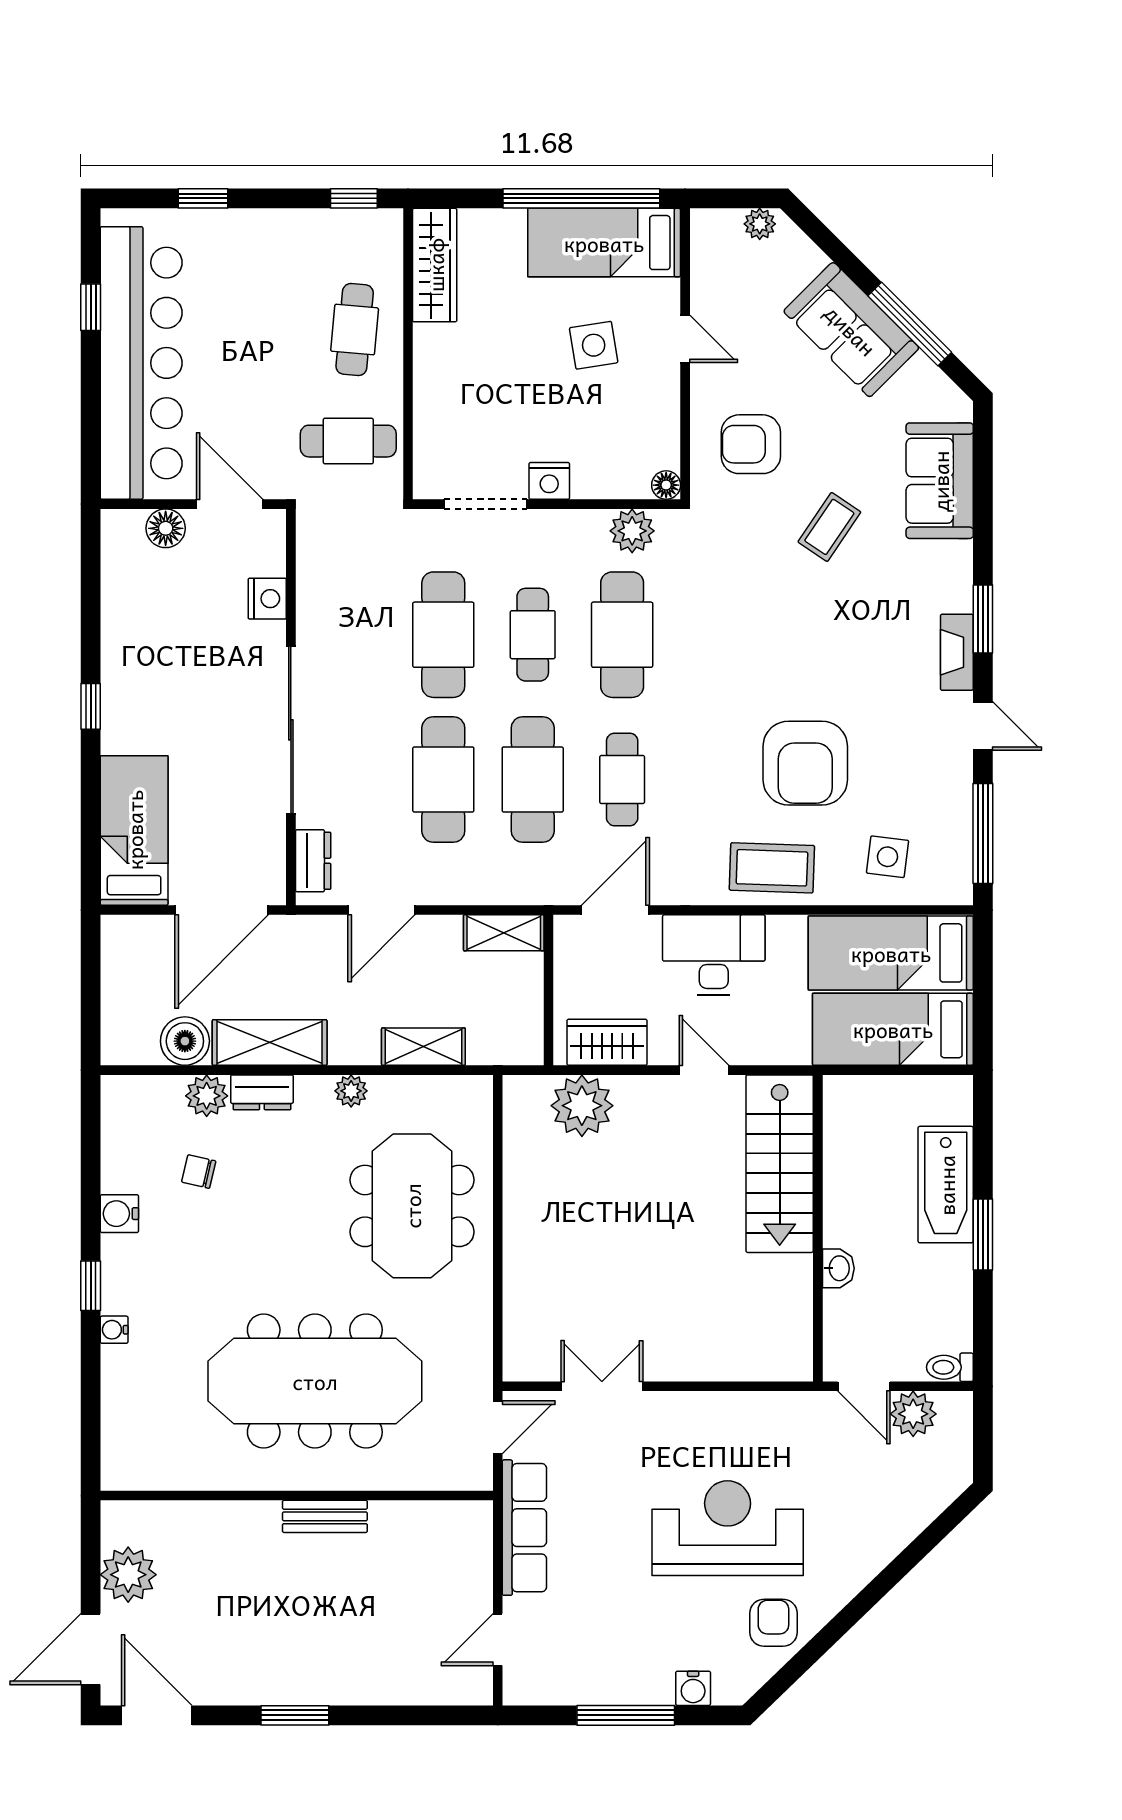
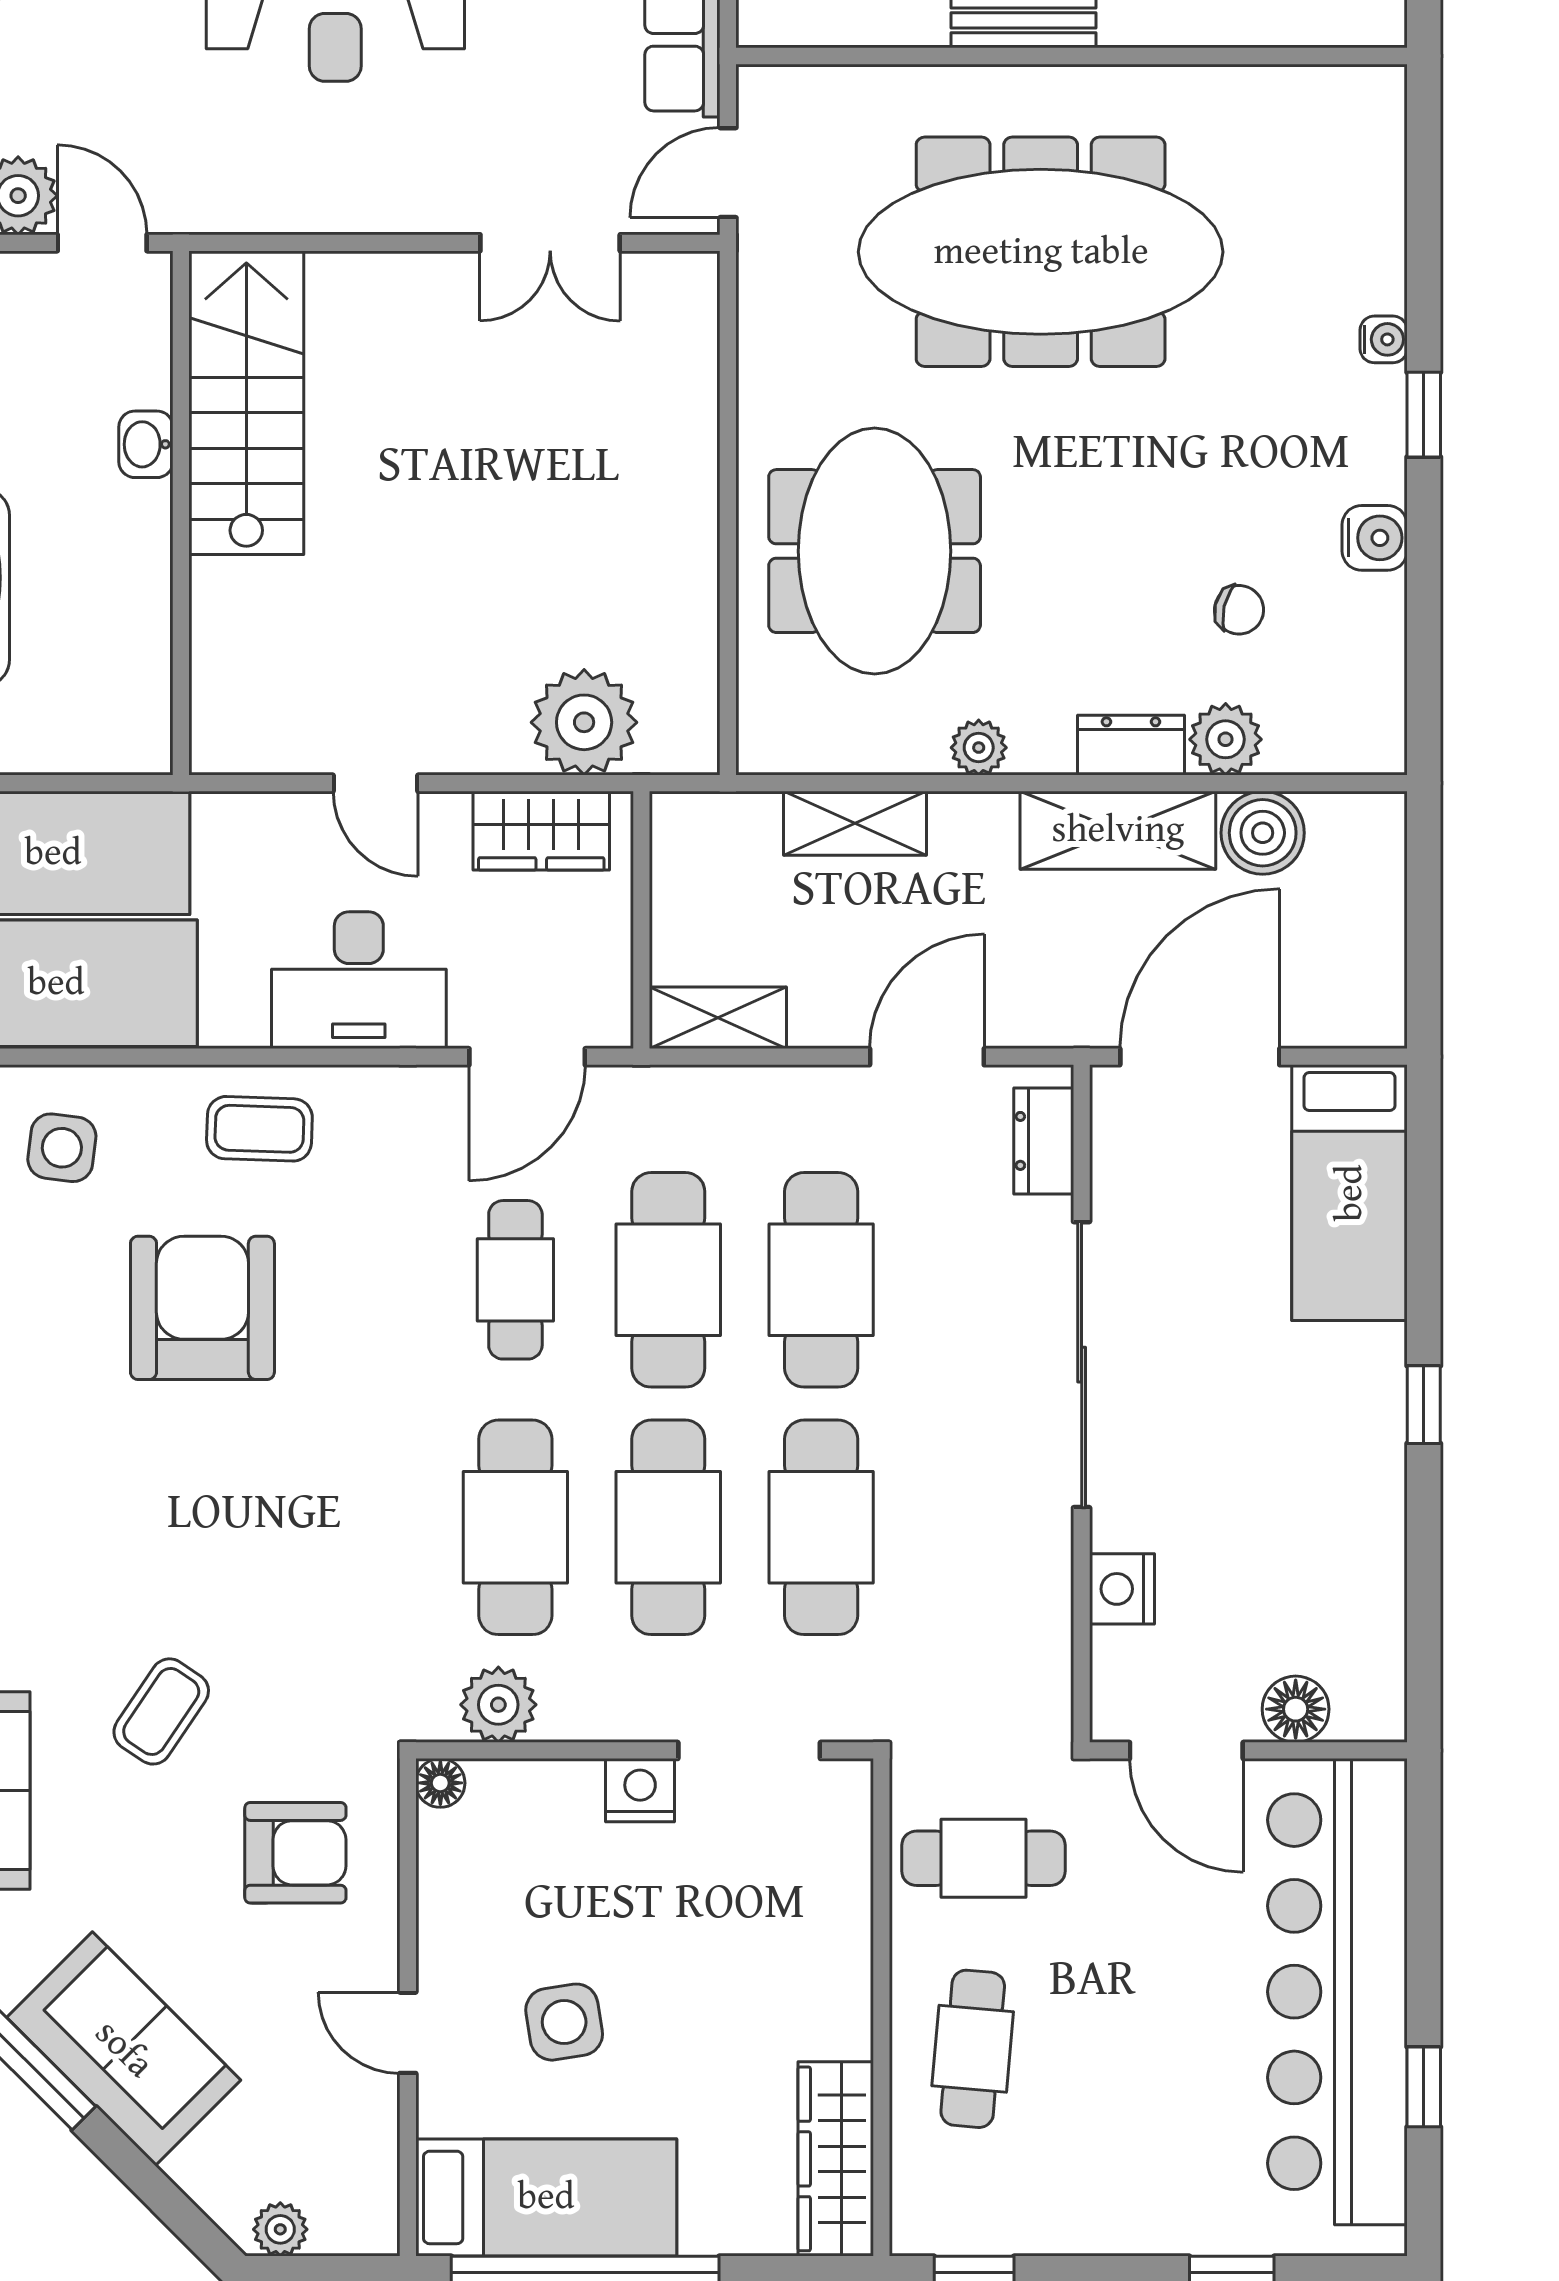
cafe table: (533, 635) -> (668, 1527), width x1.37, depth x1.35
coffee table: (772, 868) -> (259, 1129), width x0.73, depth x0.77
stairs: (780, 1164) -> (246, 403), moved

